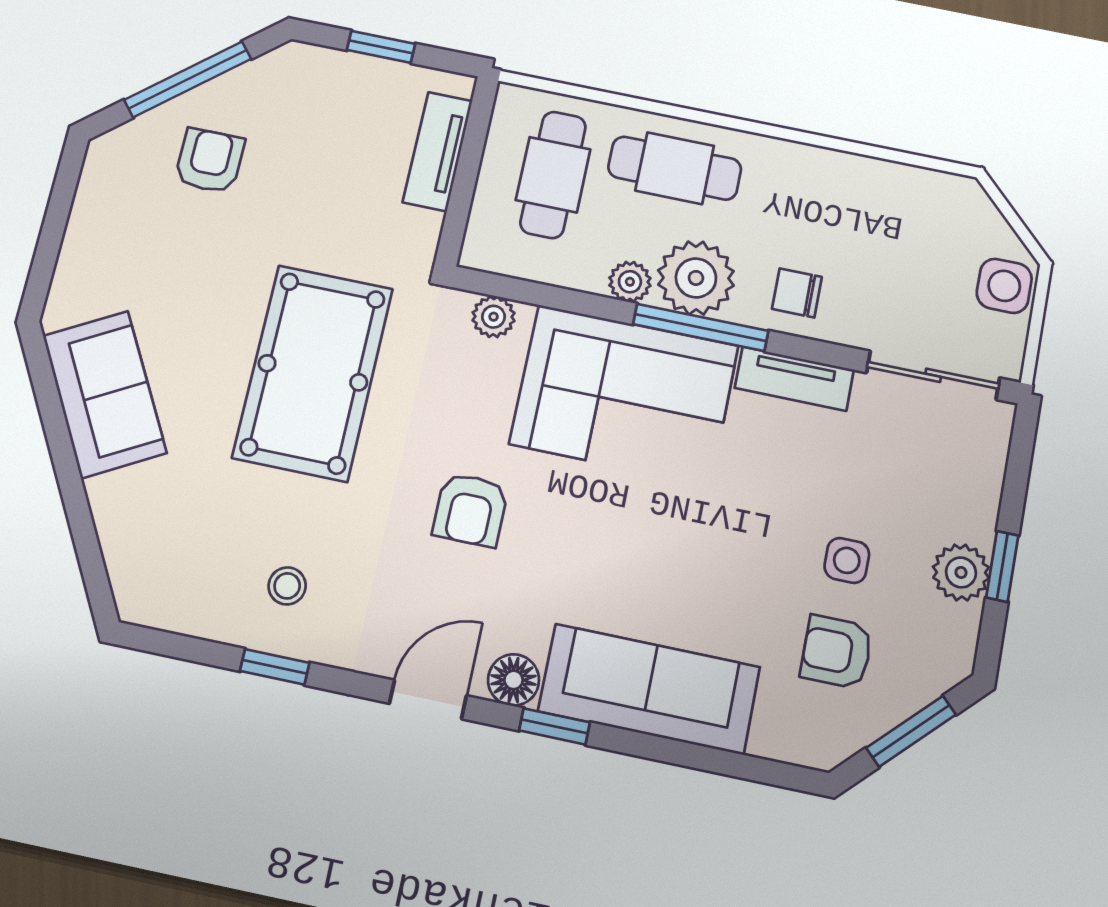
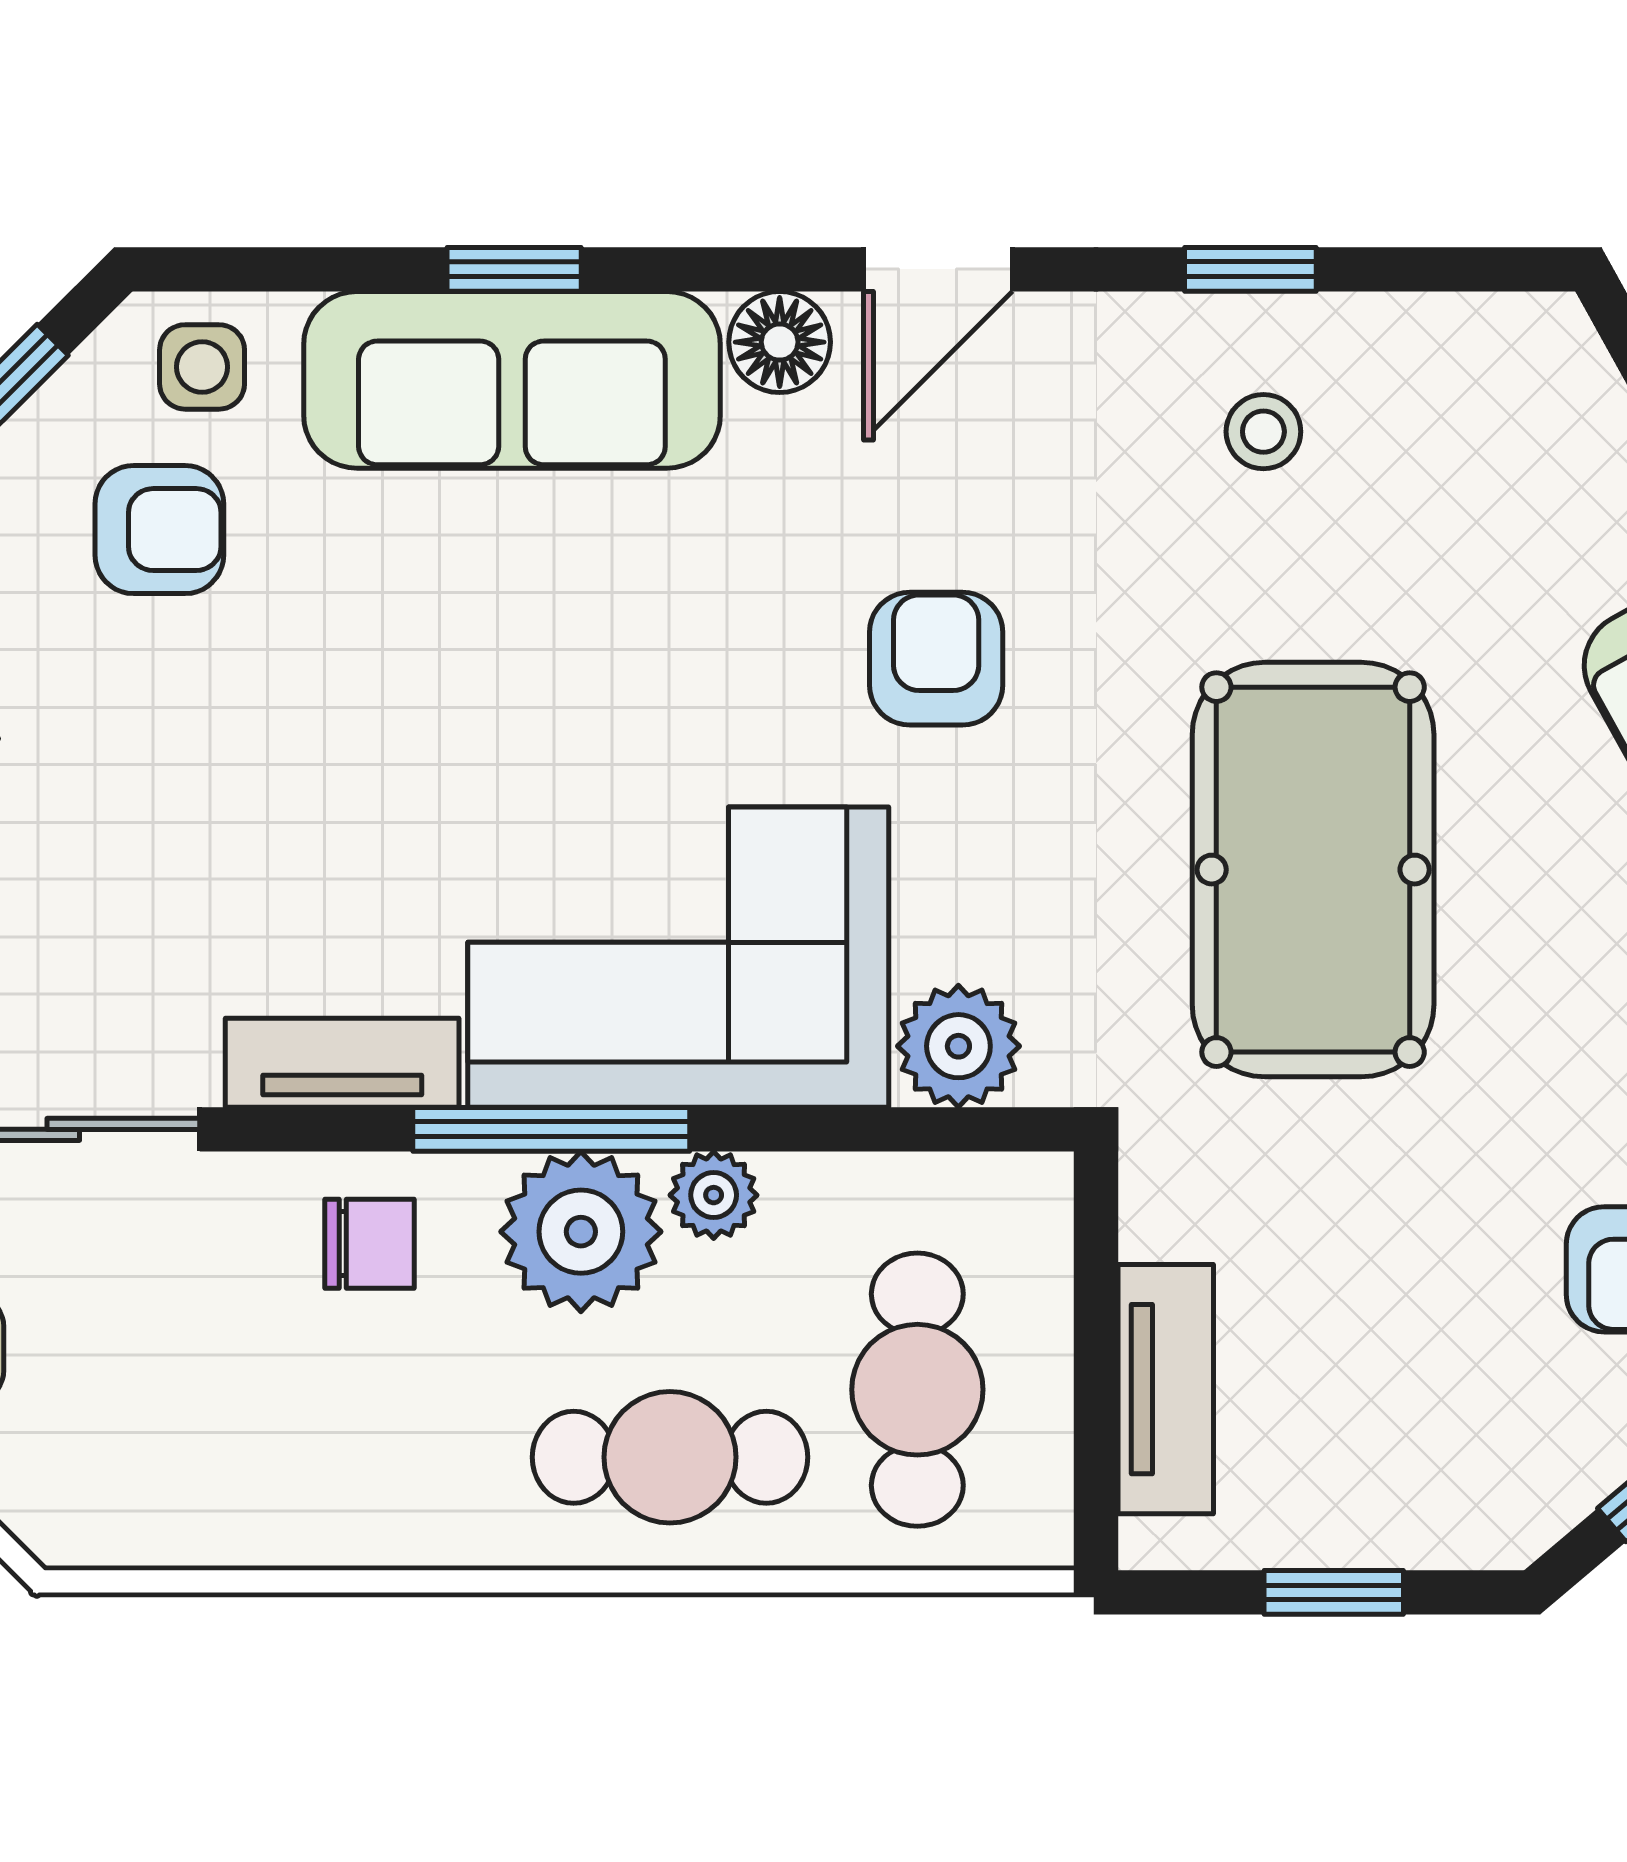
plant: (494, 317) -> (958, 1046), width x1.38, depth x1.38
side table: (847, 560) -> (202, 367), moved
window: (555, 726) -> (514, 269), moved

